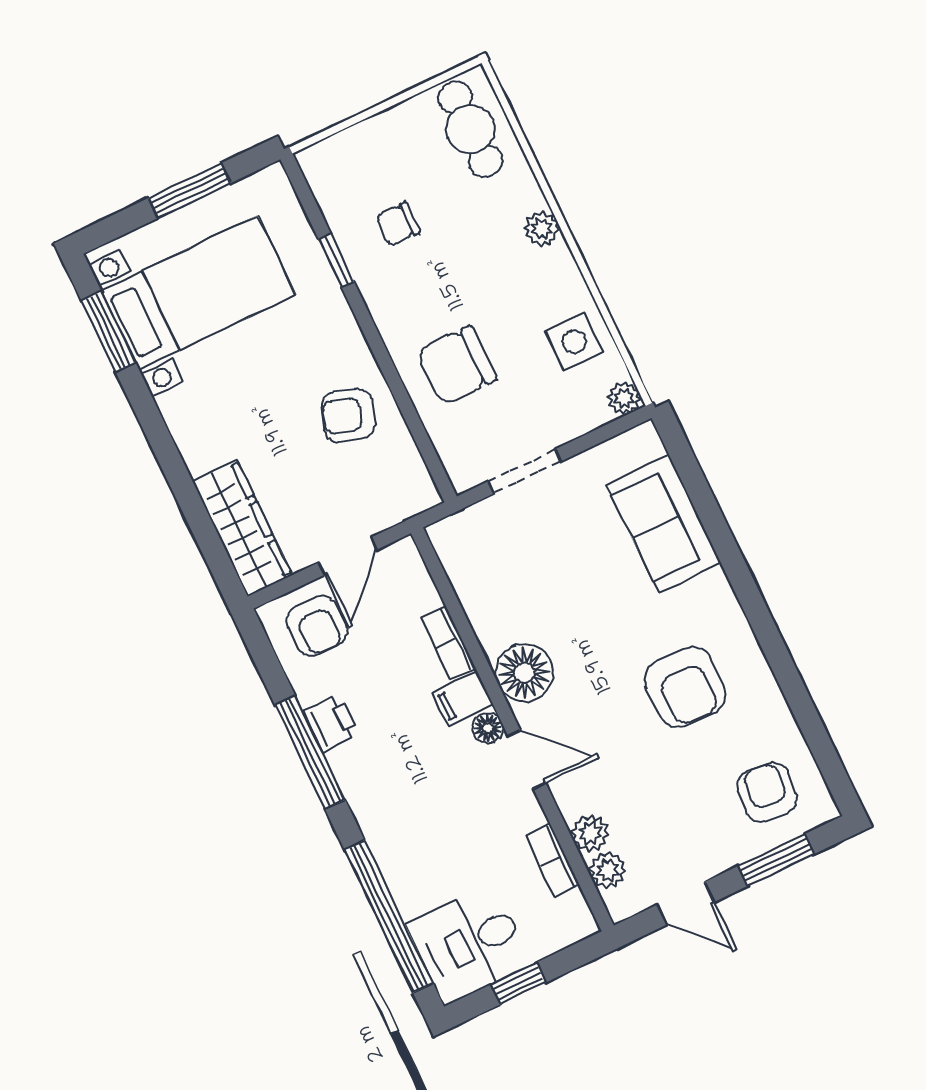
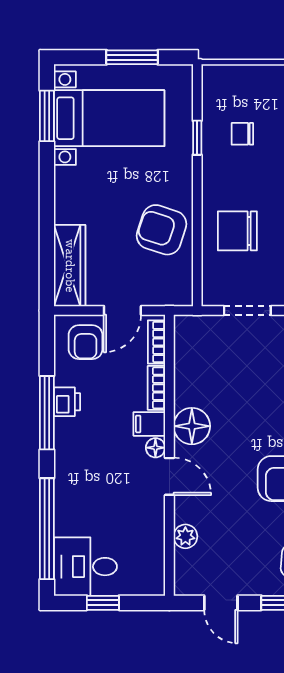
armchair: (348, 415) -> (162, 230), width x1.38, depth x1.38
bookcase: (553, 860) -> (157, 342), moved
plant: (608, 870) -> (185, 562), removed

